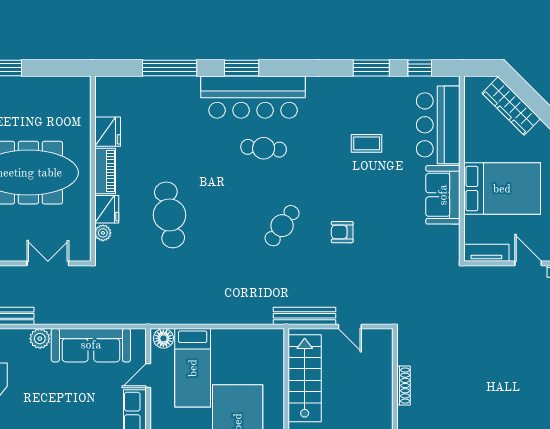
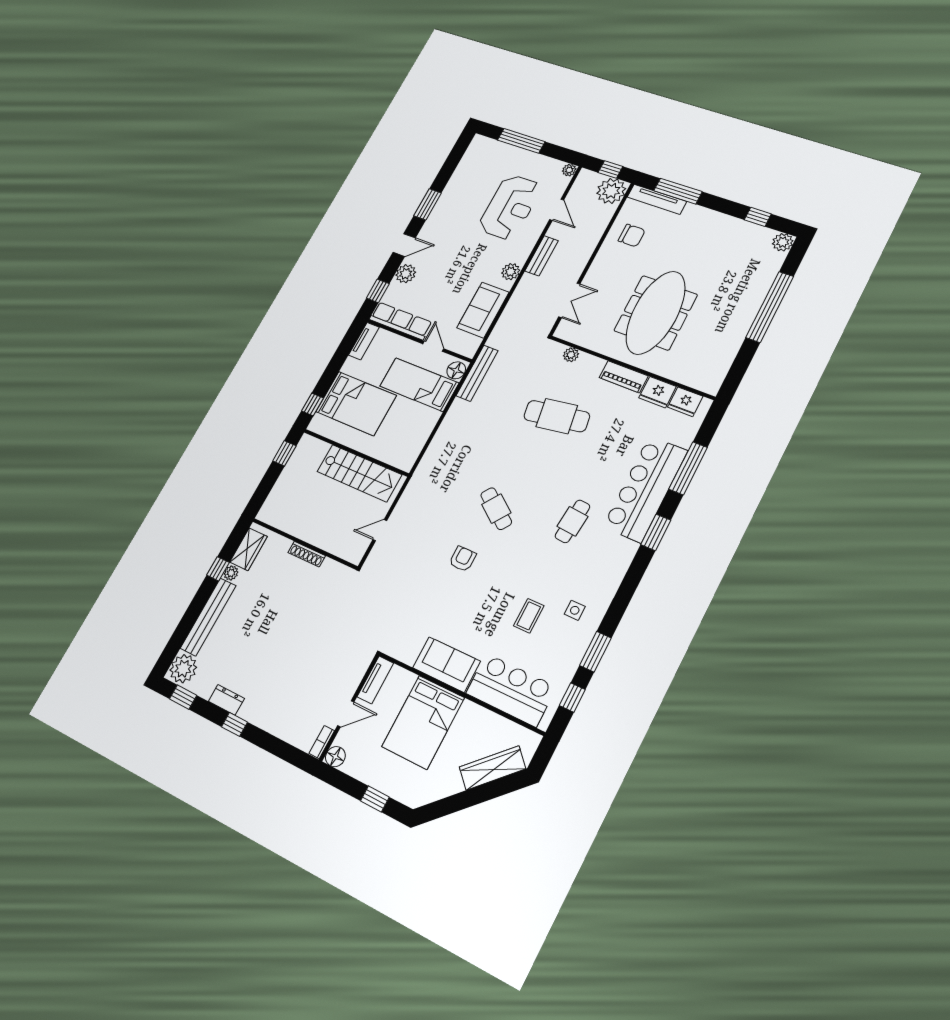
bar counter: (253, 97) -> (645, 489), moved
side table: (343, 105) -> (575, 610), added
fridge: (107, 209) -> (685, 402), moved
bench: (304, 316) -> (477, 373), moved
sofa: (91, 345) -> (483, 310), width x0.73

